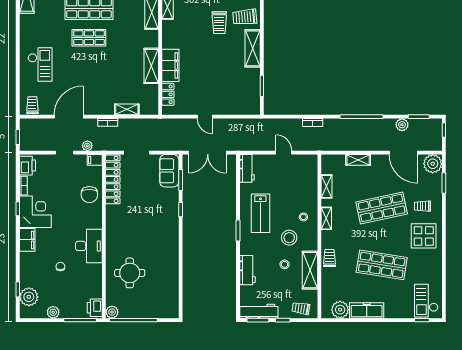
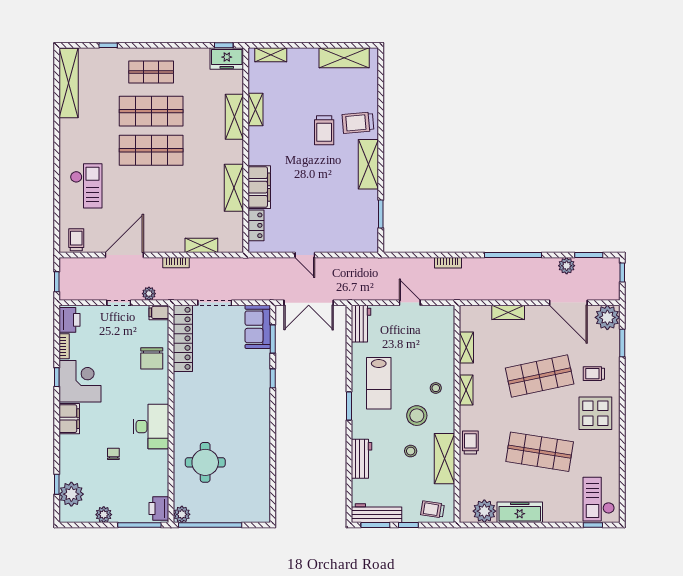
shop shelf: (89, 38) -> (151, 150), width x1.43, depth x1.36

